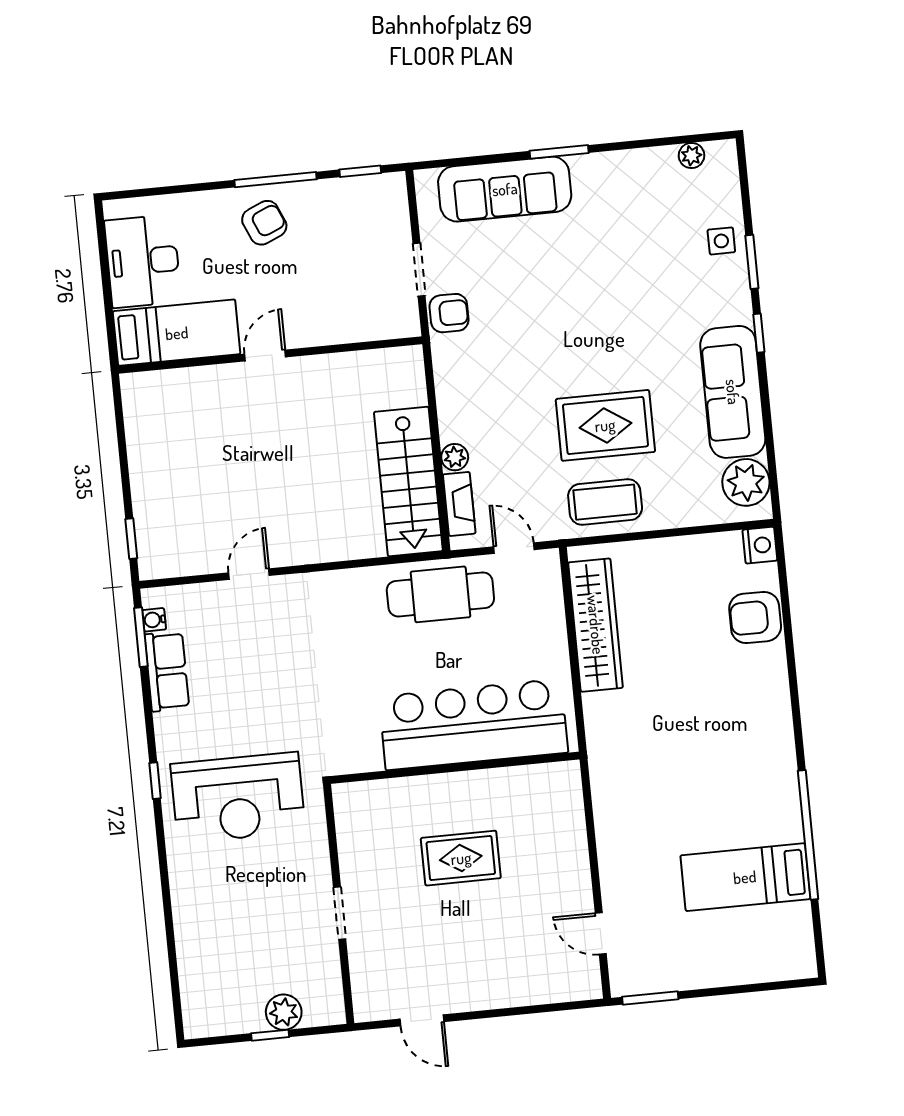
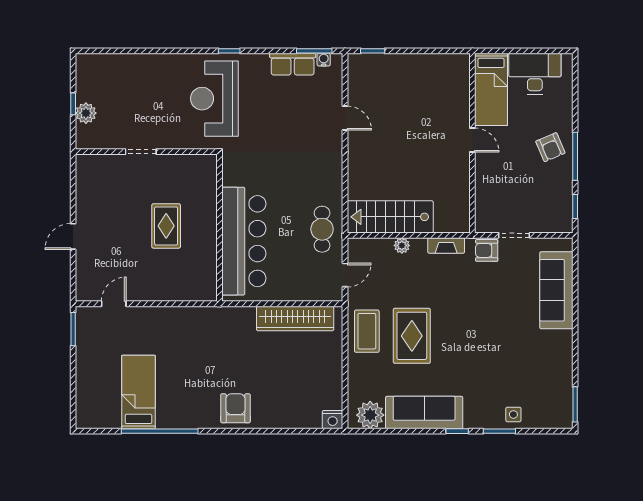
window: (559, 152) -> (575, 404), moved
plant: (691, 156) -> (565, 402), removed
armchair: (449, 313) -> (487, 250), turned 90
fireplace: (459, 504) -> (446, 245), moved
cafe table: (440, 594) -> (322, 229), width x0.73, depth x0.74
armchair: (755, 617) -> (235, 408), moved
door: (422, 1020) -> (73, 236), moved

